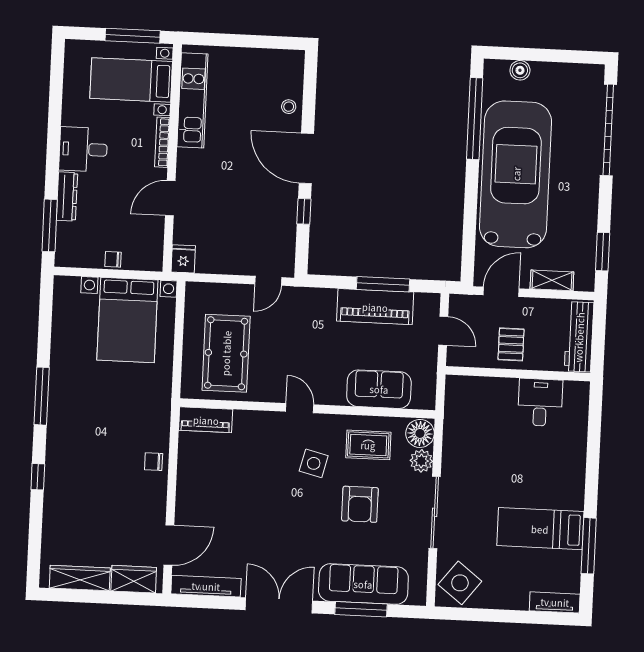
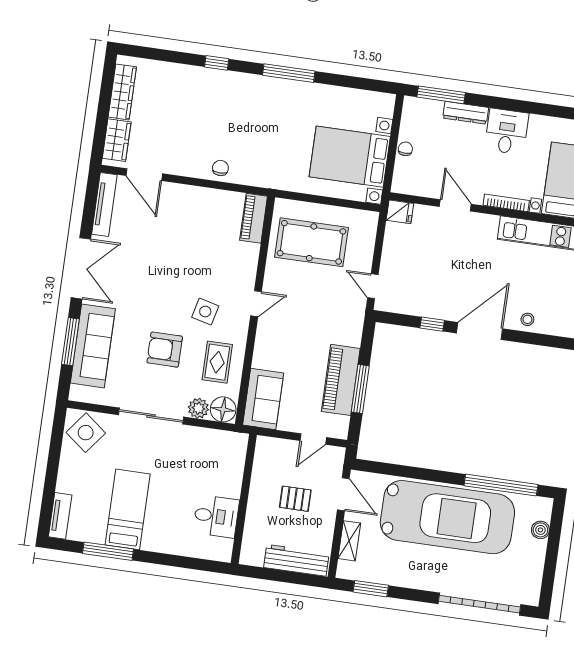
wall: (518, 374) -> (244, 499), moved
sofa: (379, 389) -> (263, 399), moved
desk: (540, 402) -> (216, 516), moved

